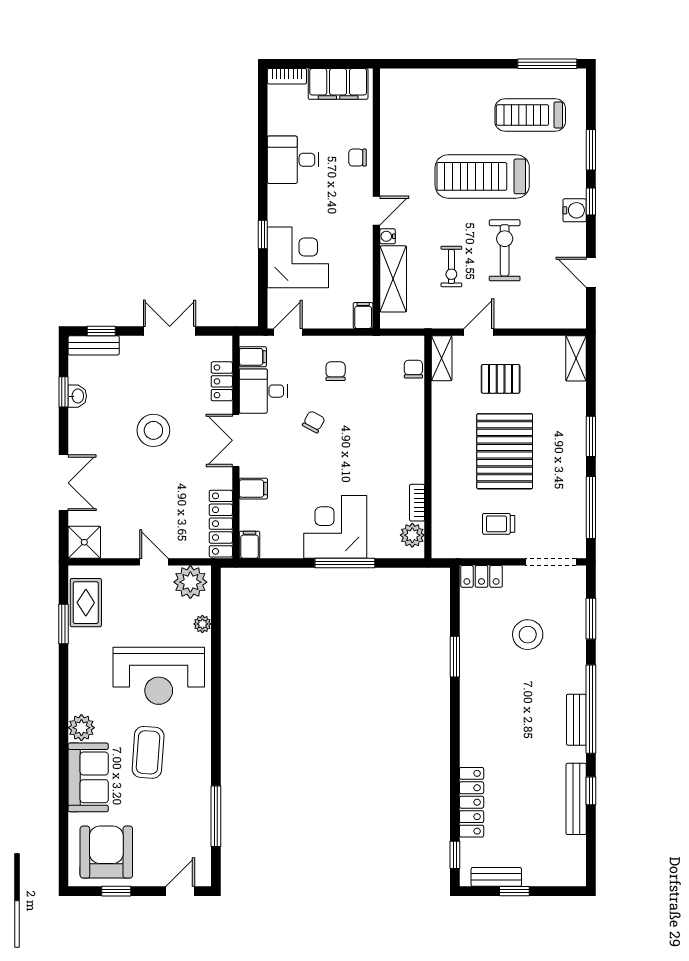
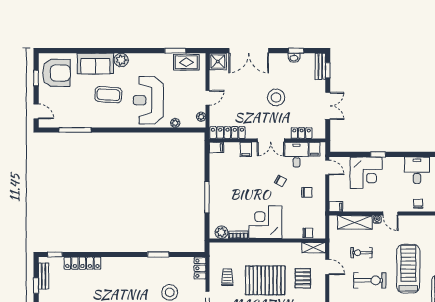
double door: (236, 440) -> (271, 140), swing flipped
double door: (64, 483) -> (249, 51), width x1.37
corner desk: (335, 527) -> (265, 222), moved, turned -90
plant: (190, 582) -> (201, 117), width x0.53, depth x0.53

